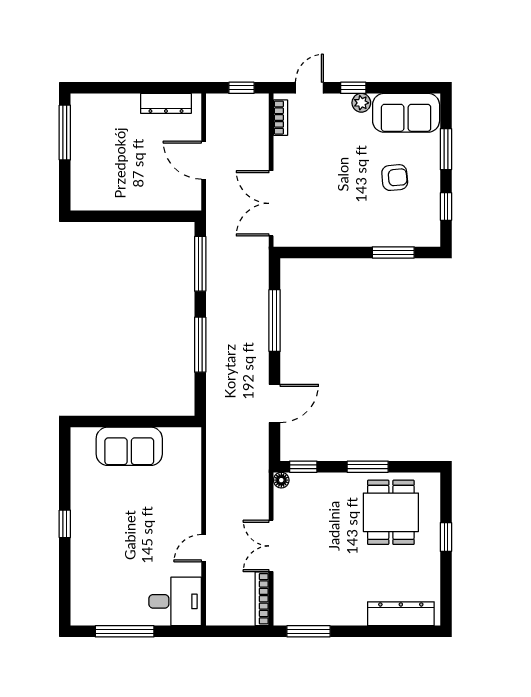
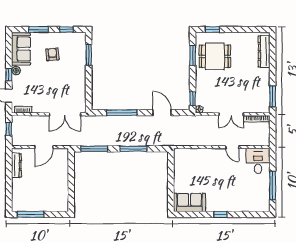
sofa: (129, 446) -> (190, 202), moved, turned -90
window: (368, 467) -> (193, 55), moved
window: (446, 537) -> (212, 30), moved

